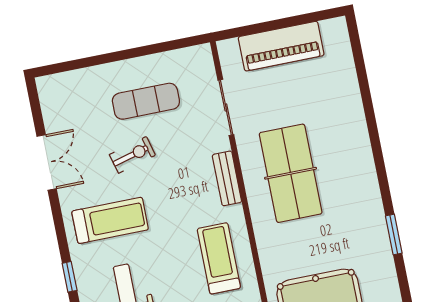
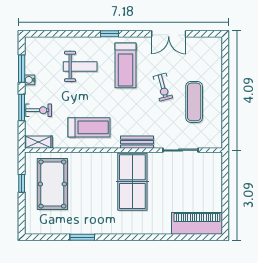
piano: (281, 46) -> (197, 223), moved, turned 90
table tennis table: (291, 173) -> (132, 182), turned 90
window: (70, 277) -> (109, 34), moved

